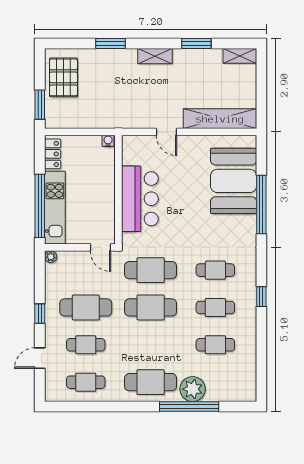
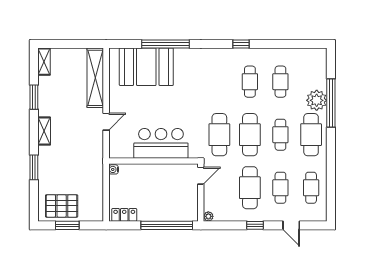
window: (40, 105) -> (67, 225), moved
kitchen unit: (55, 208) -> (168, 213), removed
cafe table: (215, 270) -> (280, 135), moved

